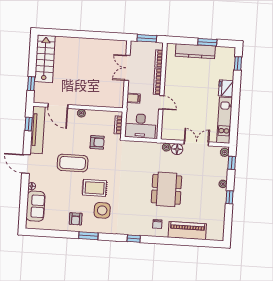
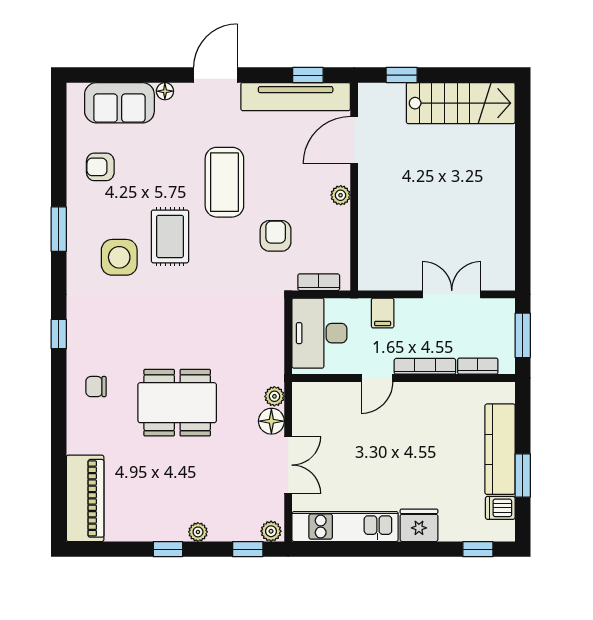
dishwasher: (221, 53) -> (500, 508), added
armchair: (97, 142) -> (276, 236), turned 180
armchair: (76, 219) -> (100, 167), moved
piano: (187, 231) -> (85, 498), moved

